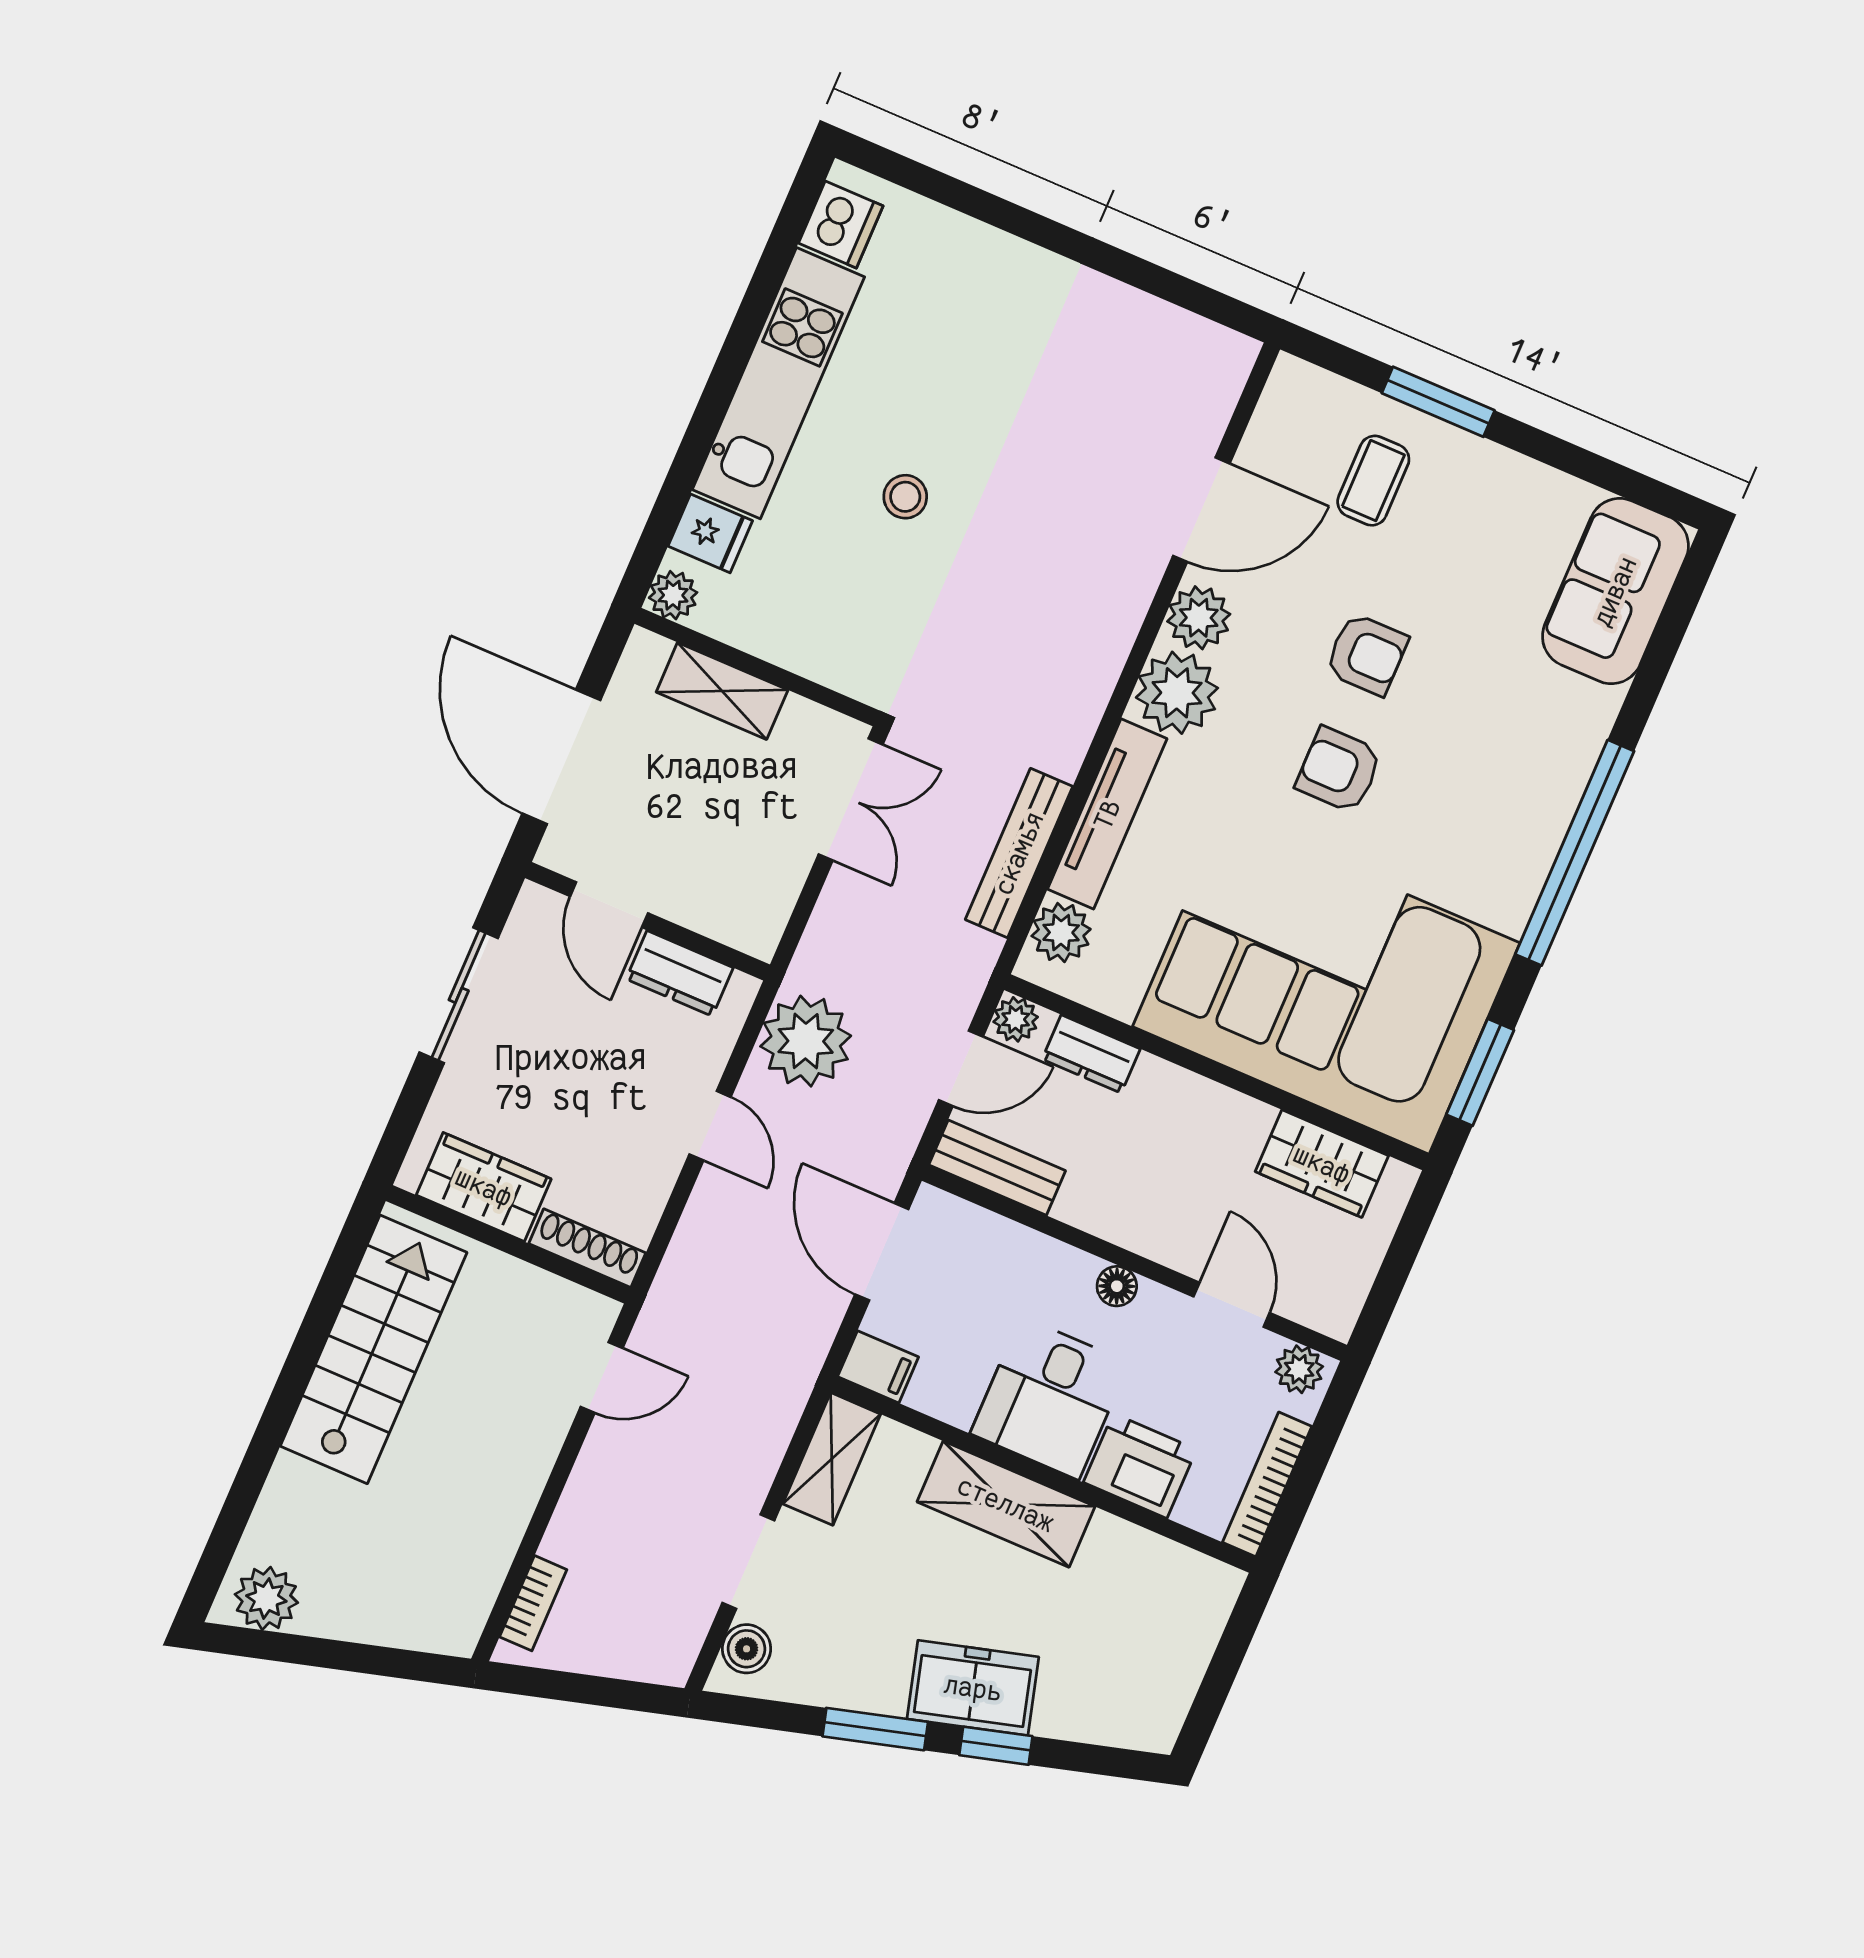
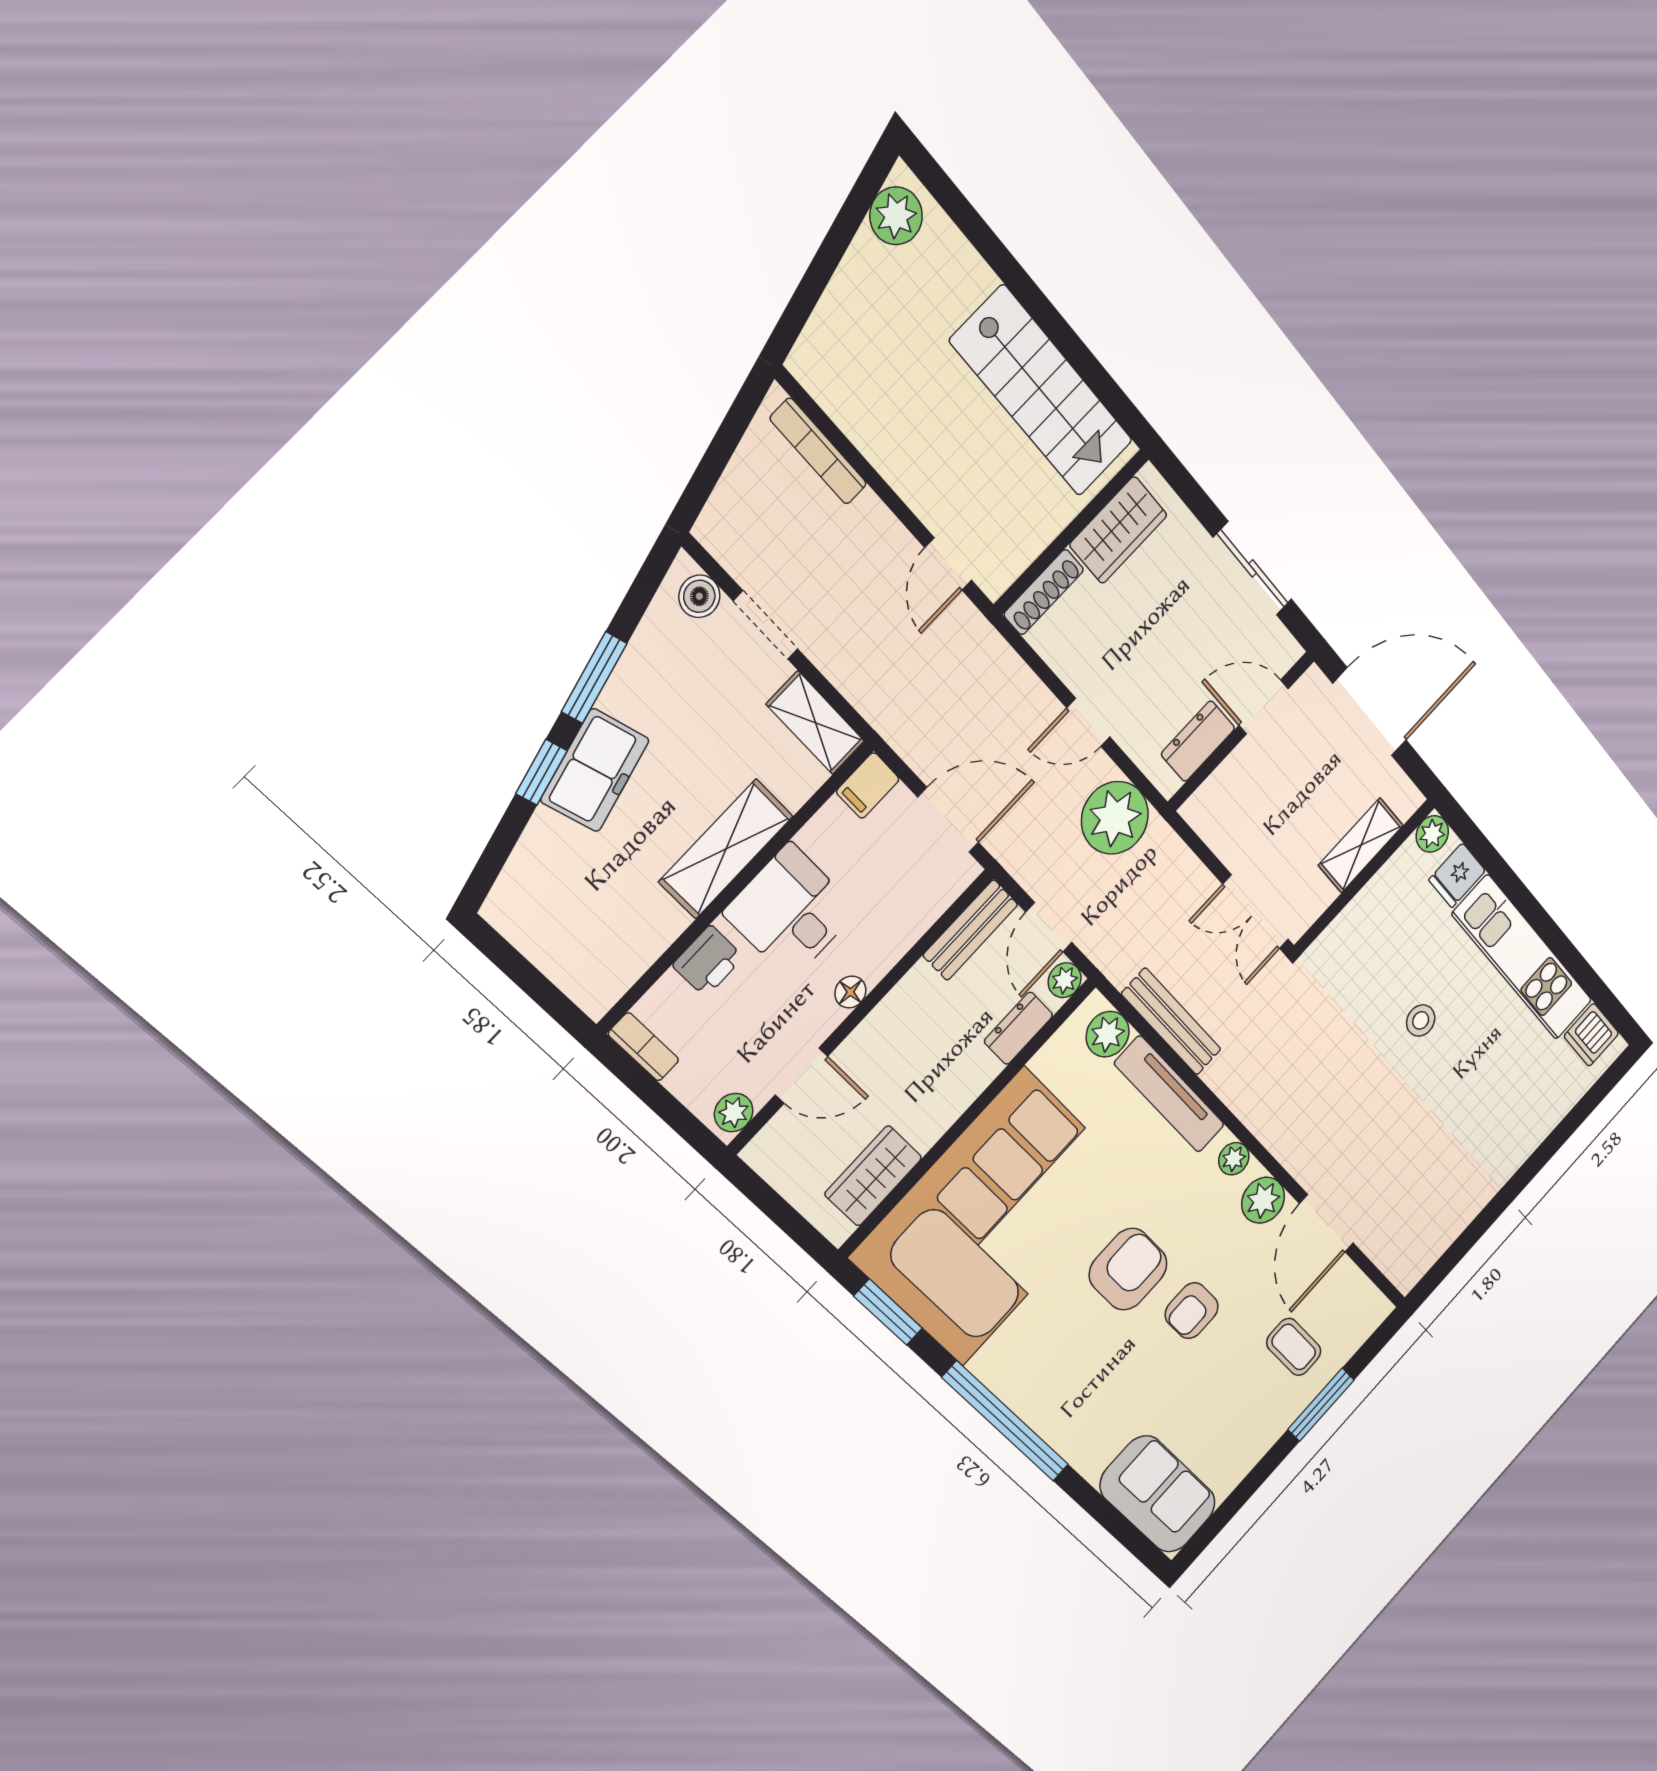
plant: (1177, 693) -> (1234, 1159), width x0.53, depth x0.53
armchair: (1339, 770) -> (1128, 1269), width x1.38, depth x1.38
printer: (1140, 1466) -> (708, 961), width x0.73, depth x0.81
bookcase: (1267, 1484) -> (643, 1047), width x0.64
bookcase: (533, 1603) -> (818, 451), width x1.56

